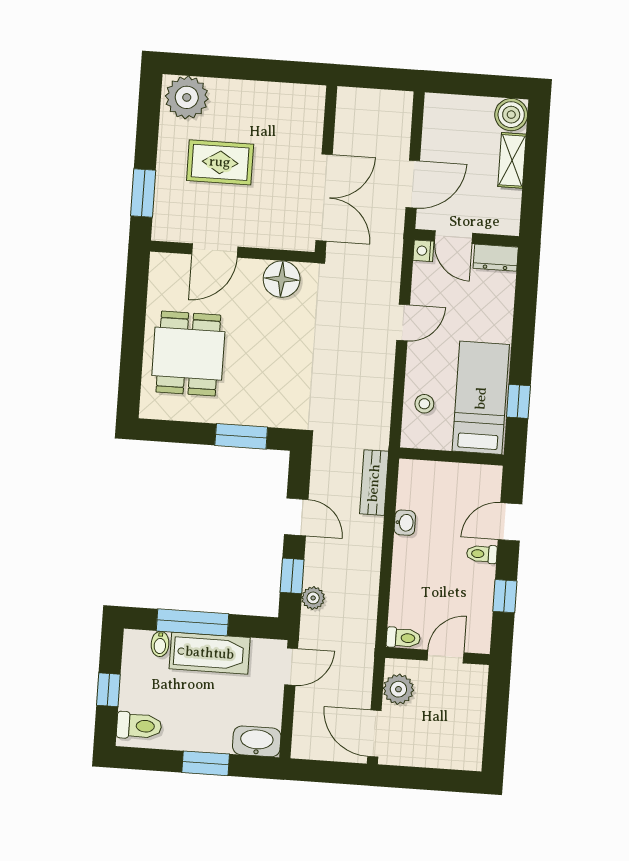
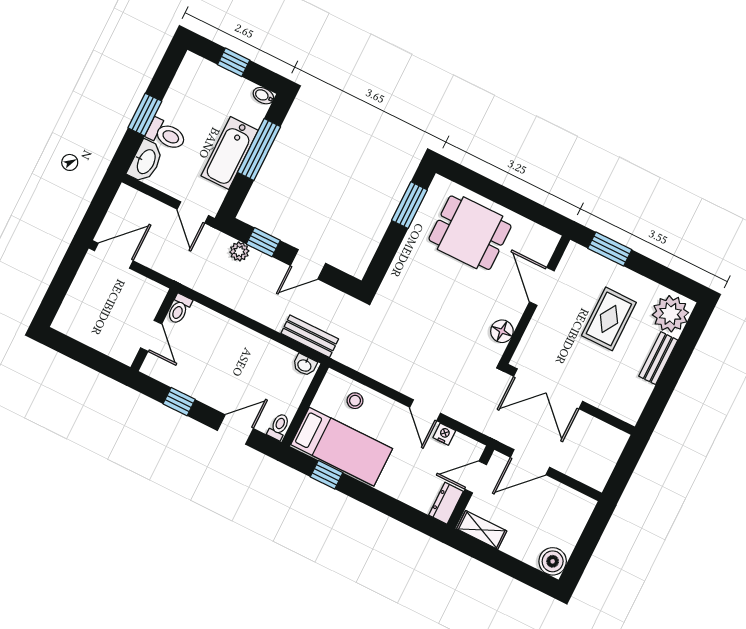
bench: (241, 91) -> (658, 358), added
shelving: (512, 160) -> (482, 530), moved
door: (413, 184) -> (530, 462), hinge flipped
nightstand: (423, 251) -> (444, 434), moved
floor lamp: (282, 279) -> (502, 331), width x0.73, depth x0.73
window: (241, 436) -> (409, 205), moved
door: (510, 522) -> (235, 430), hinge flipped
washbasin: (405, 523) -> (305, 365), moved
toilet: (482, 554) -> (279, 427), moved
bidet: (160, 644) -> (263, 96), moved
plant: (398, 689) -> (141, 289), removed
toilet: (139, 726) -> (166, 134), moved, turned -90

